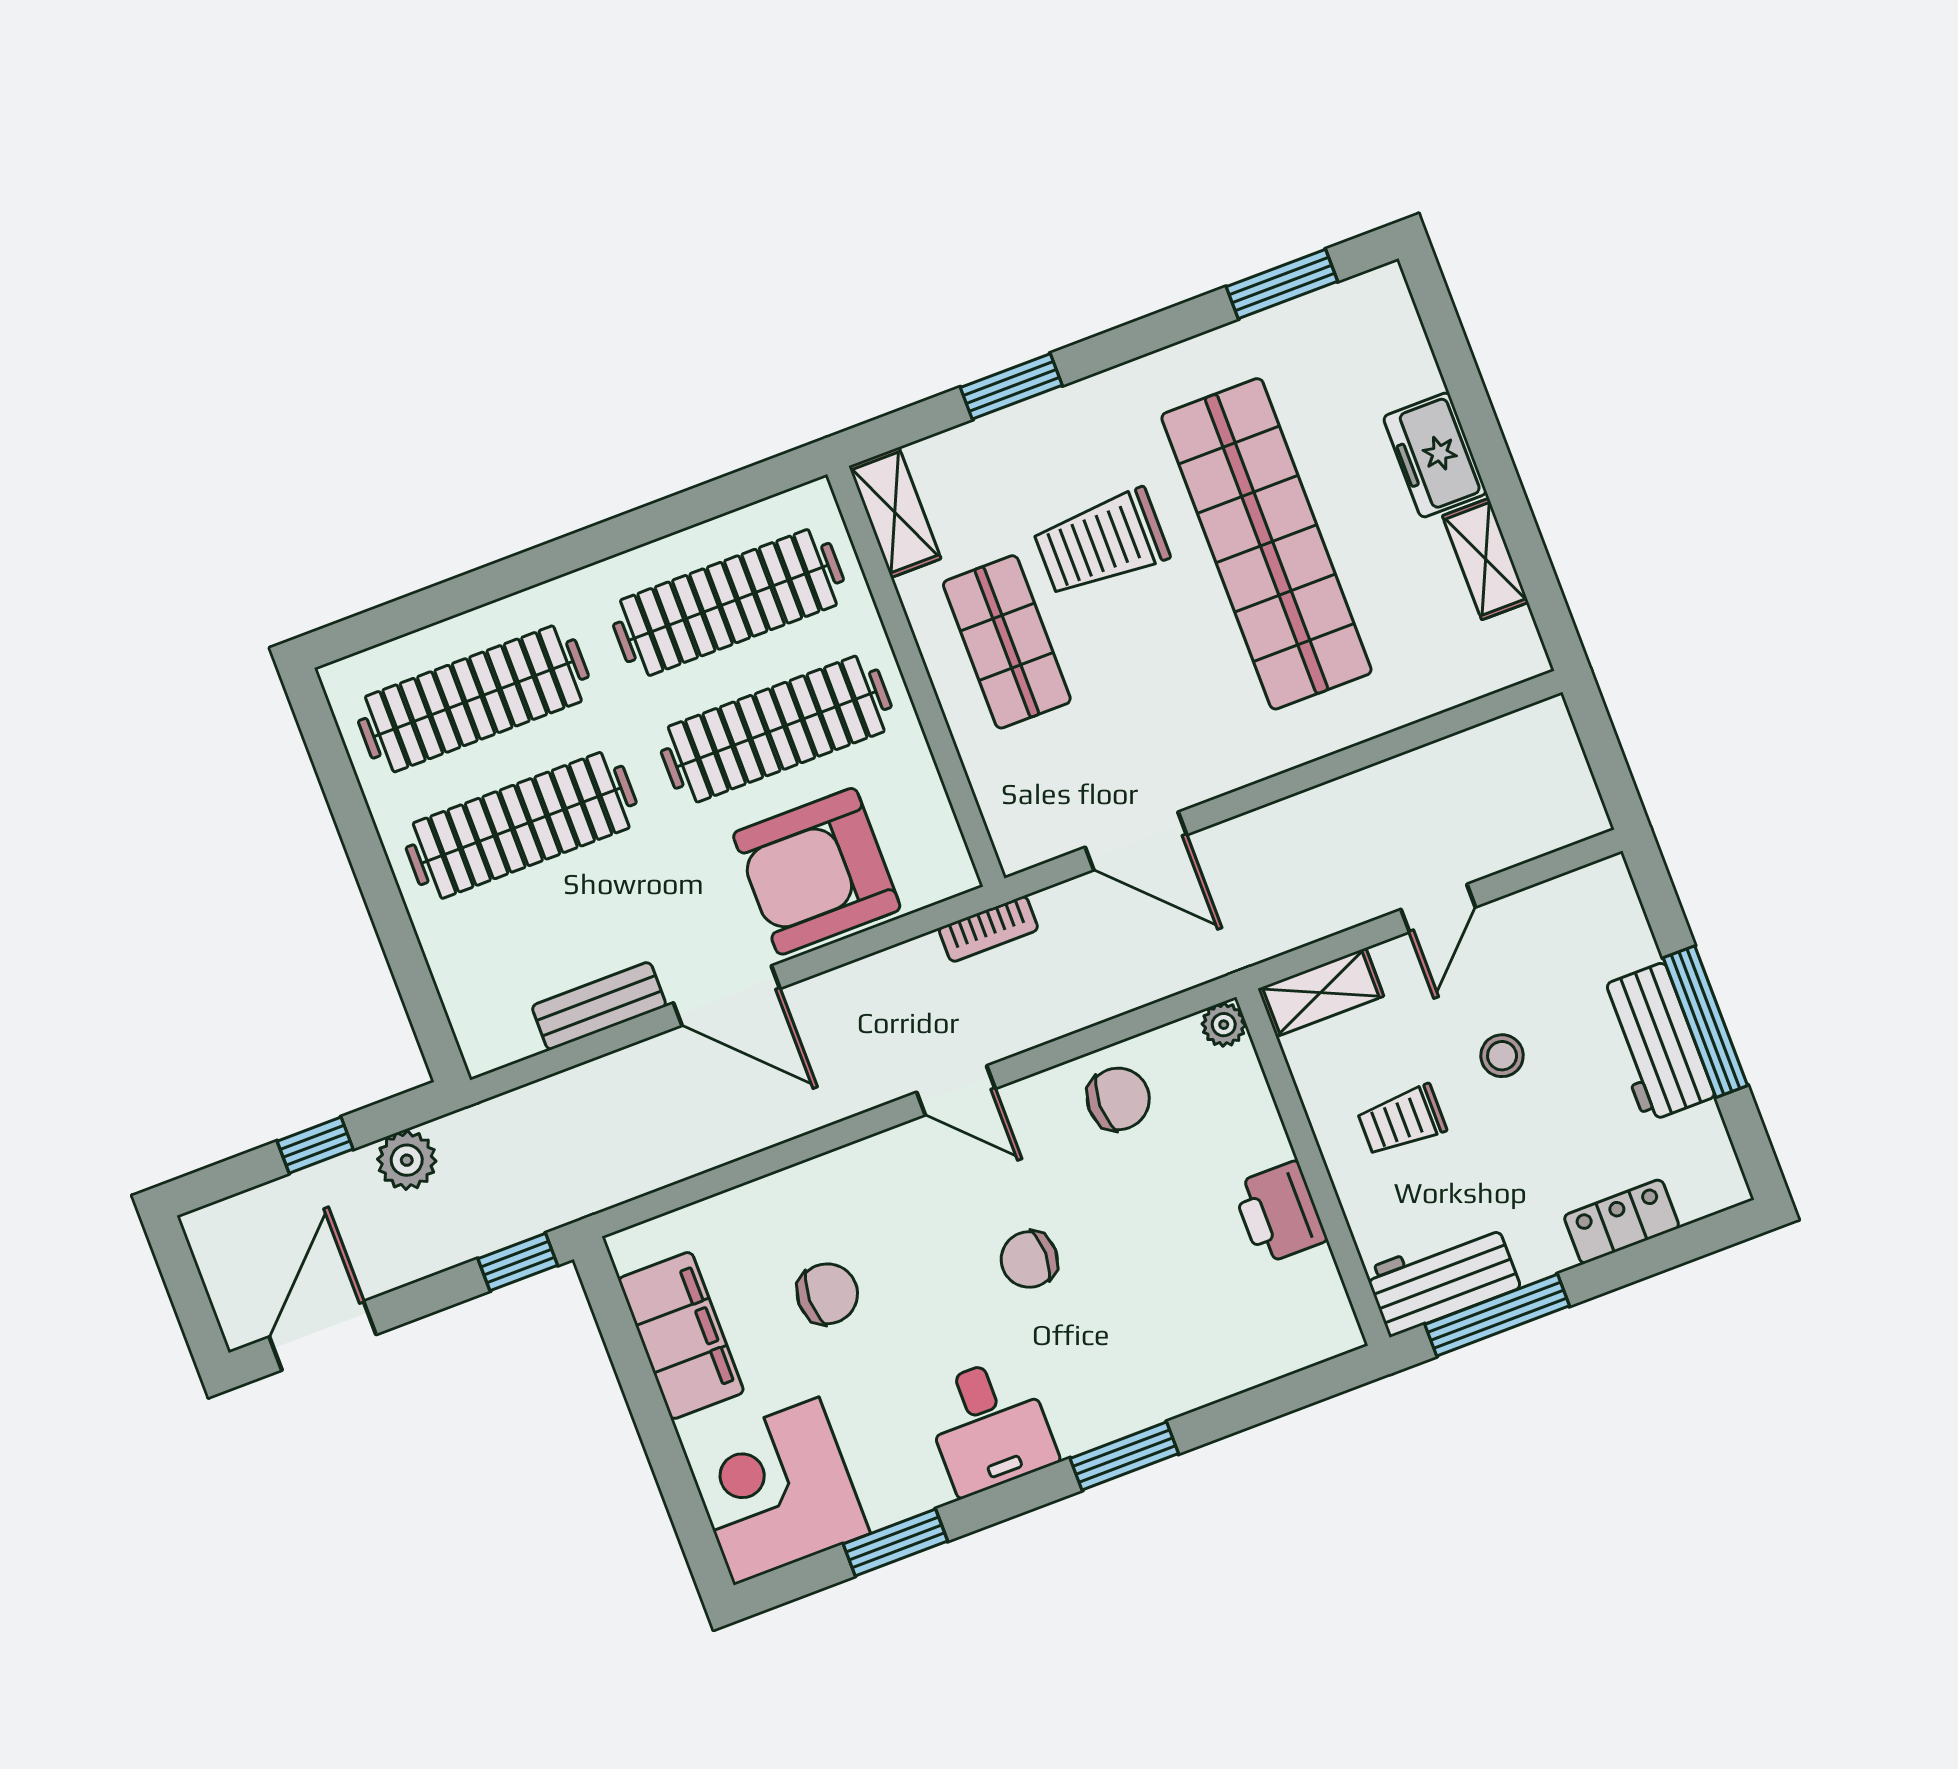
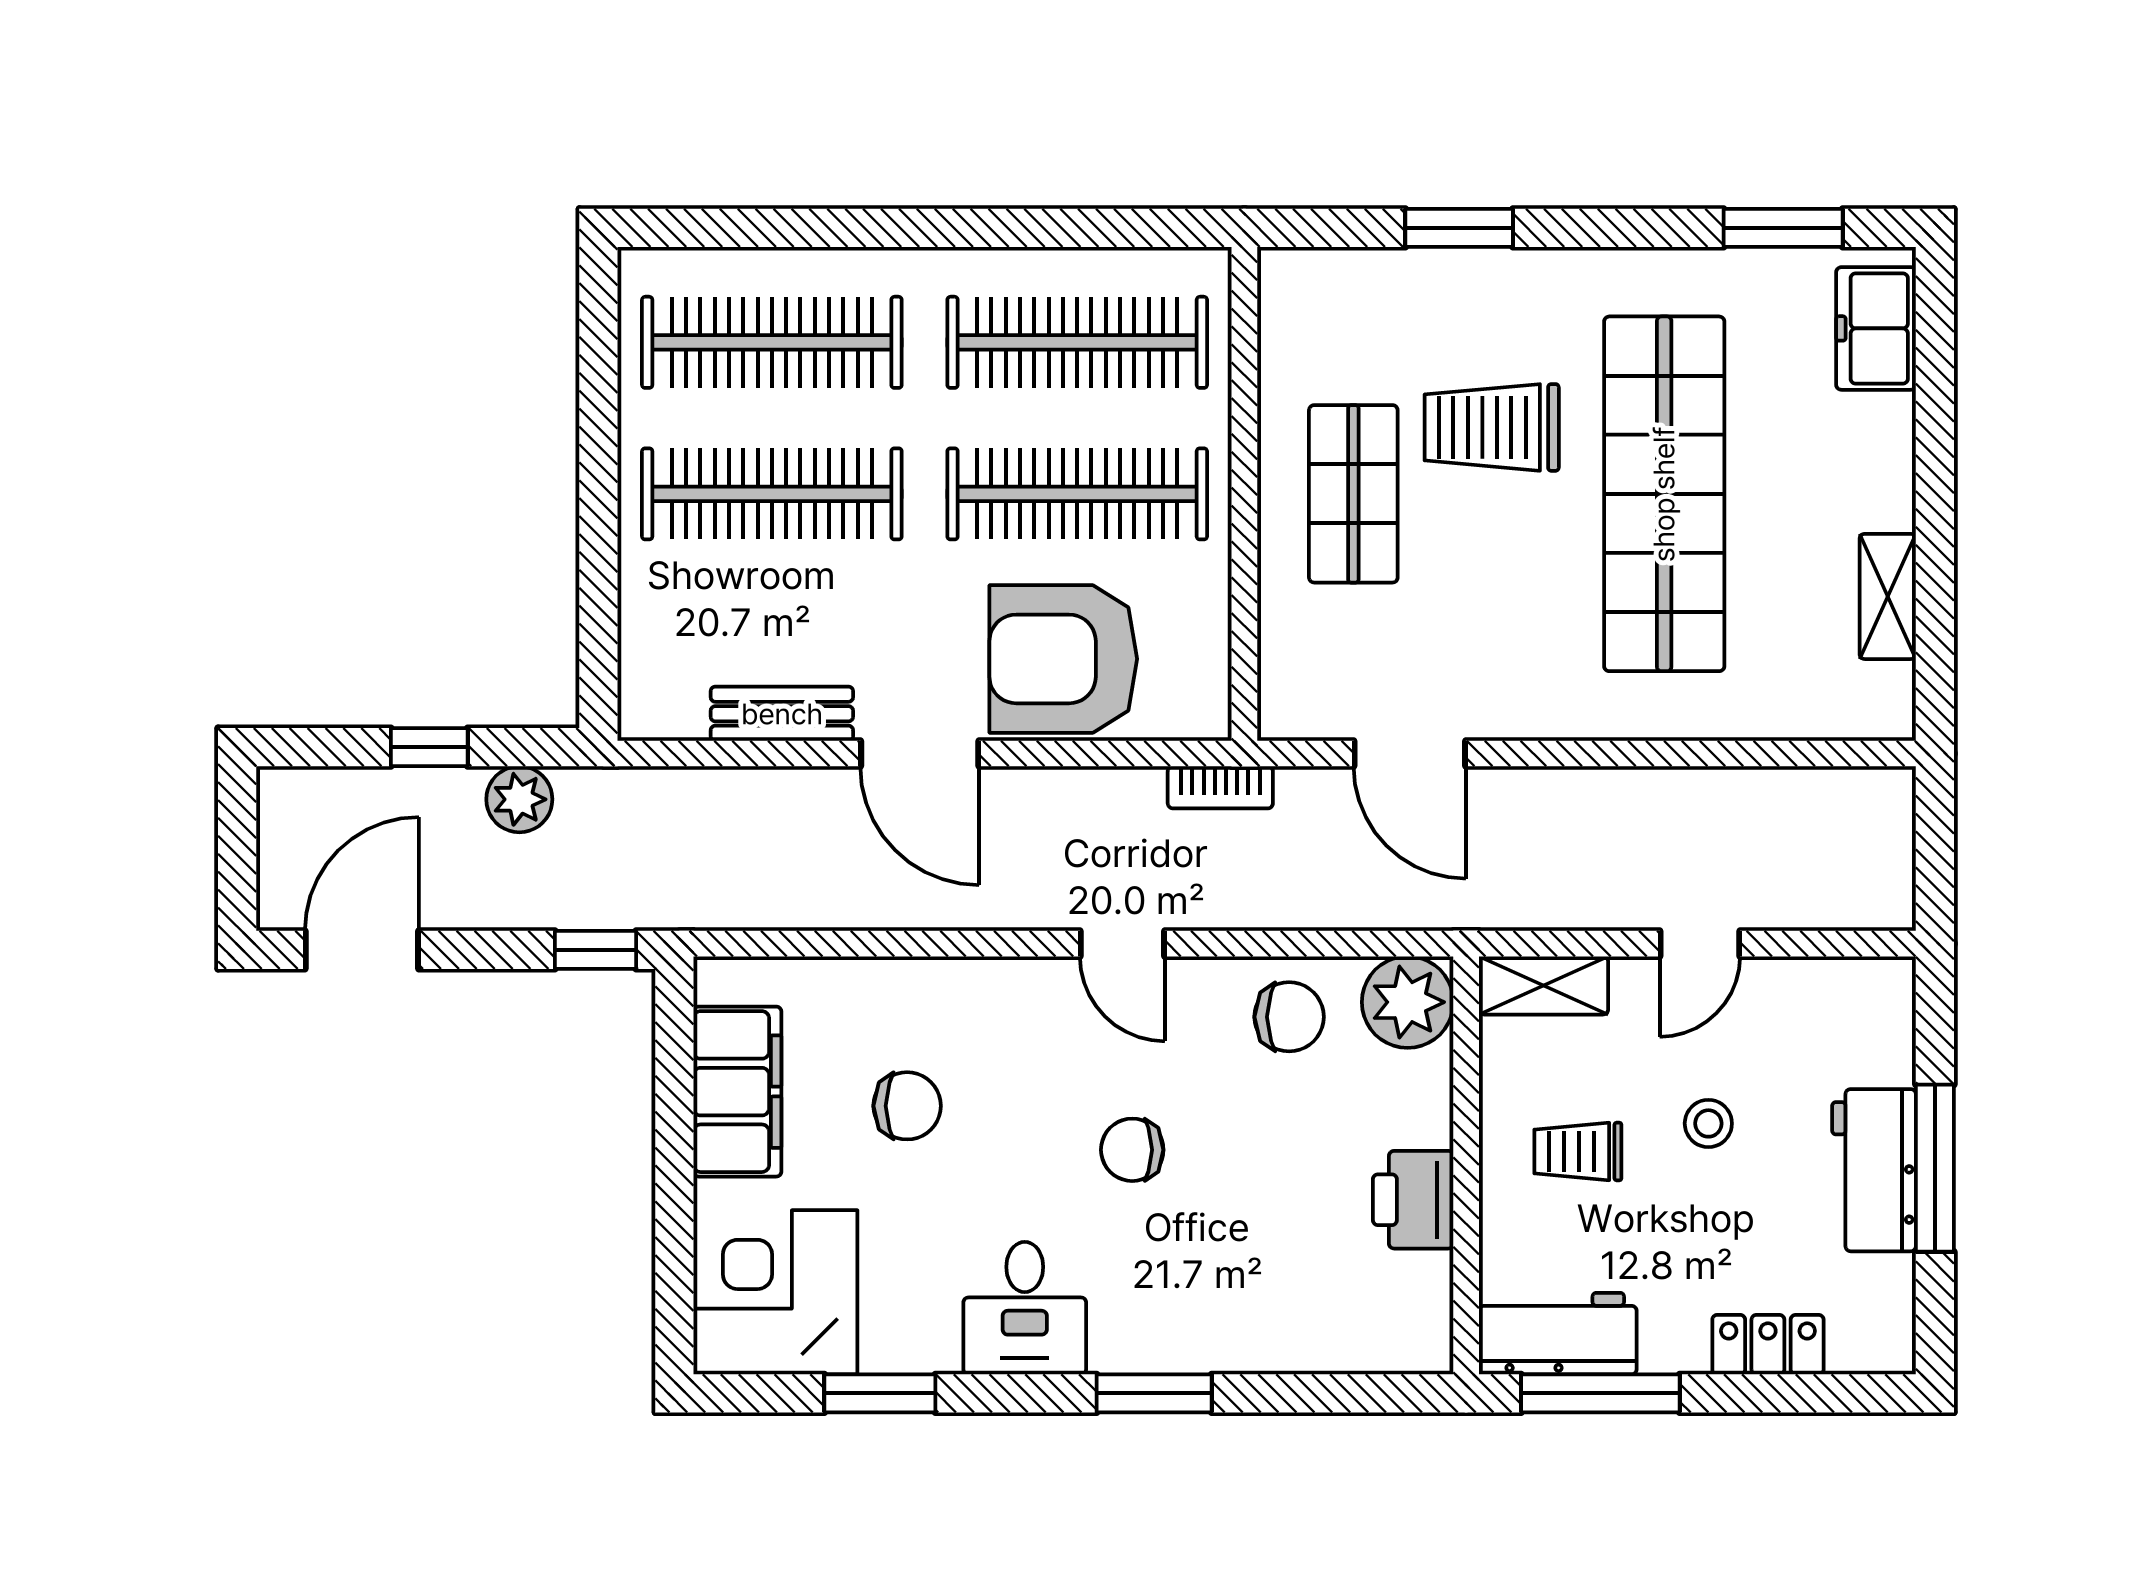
freezer: (1435, 455) -> (1876, 328), moved
shelving: (895, 512) -> (1287, 314), removed
plant: (1224, 1025) -> (1408, 1002), width x1.88, depth x1.88

